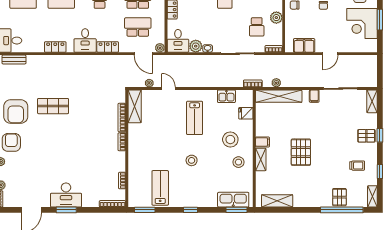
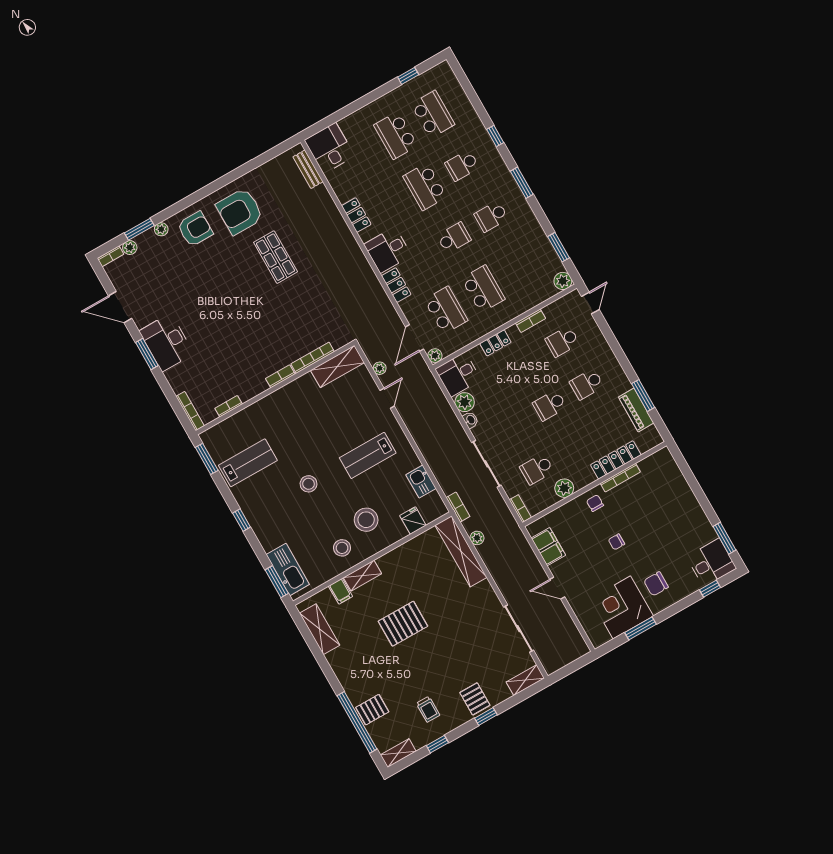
filing cabinet: (314, 96) -> (488, 599), removed
filing cabinet: (262, 142) -> (341, 591), moved

